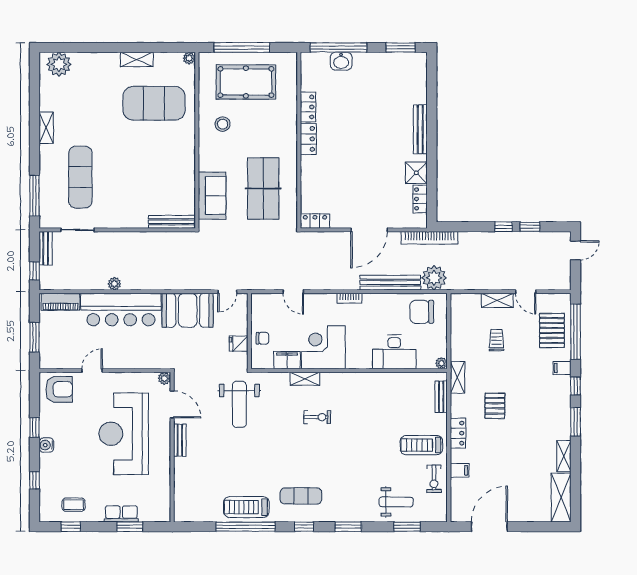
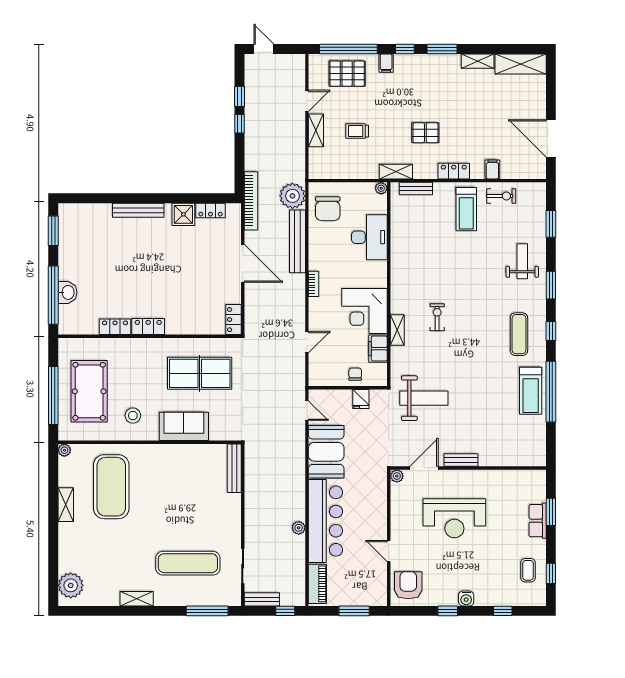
sofa: (212, 196) -> (184, 426), moved
reception desk: (124, 434) -> (454, 518), width x0.74, depth x0.77
weight bench: (396, 502) -> (522, 261), moved

